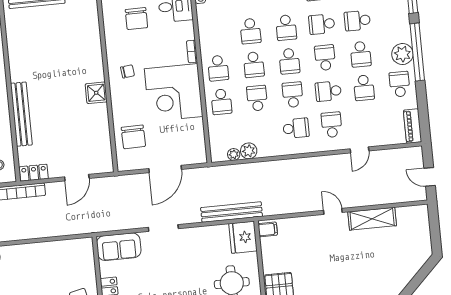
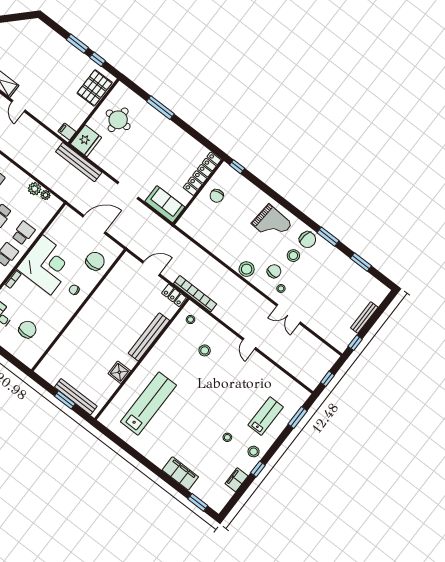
chair: (128, 71) -> (74, 290), moved
shower: (96, 93) -> (119, 372), moved

